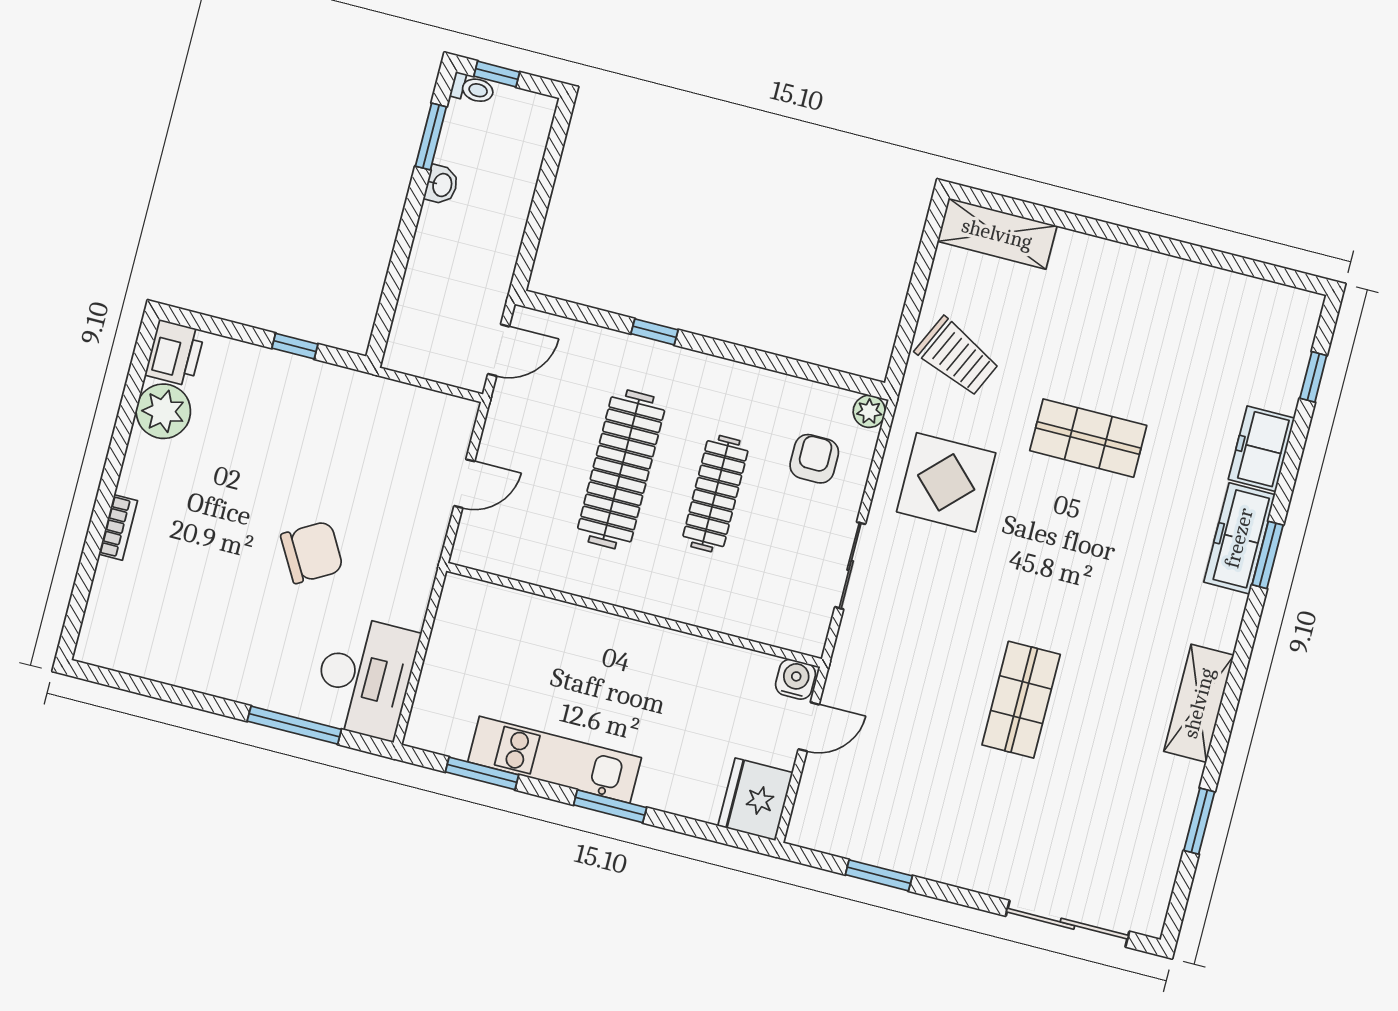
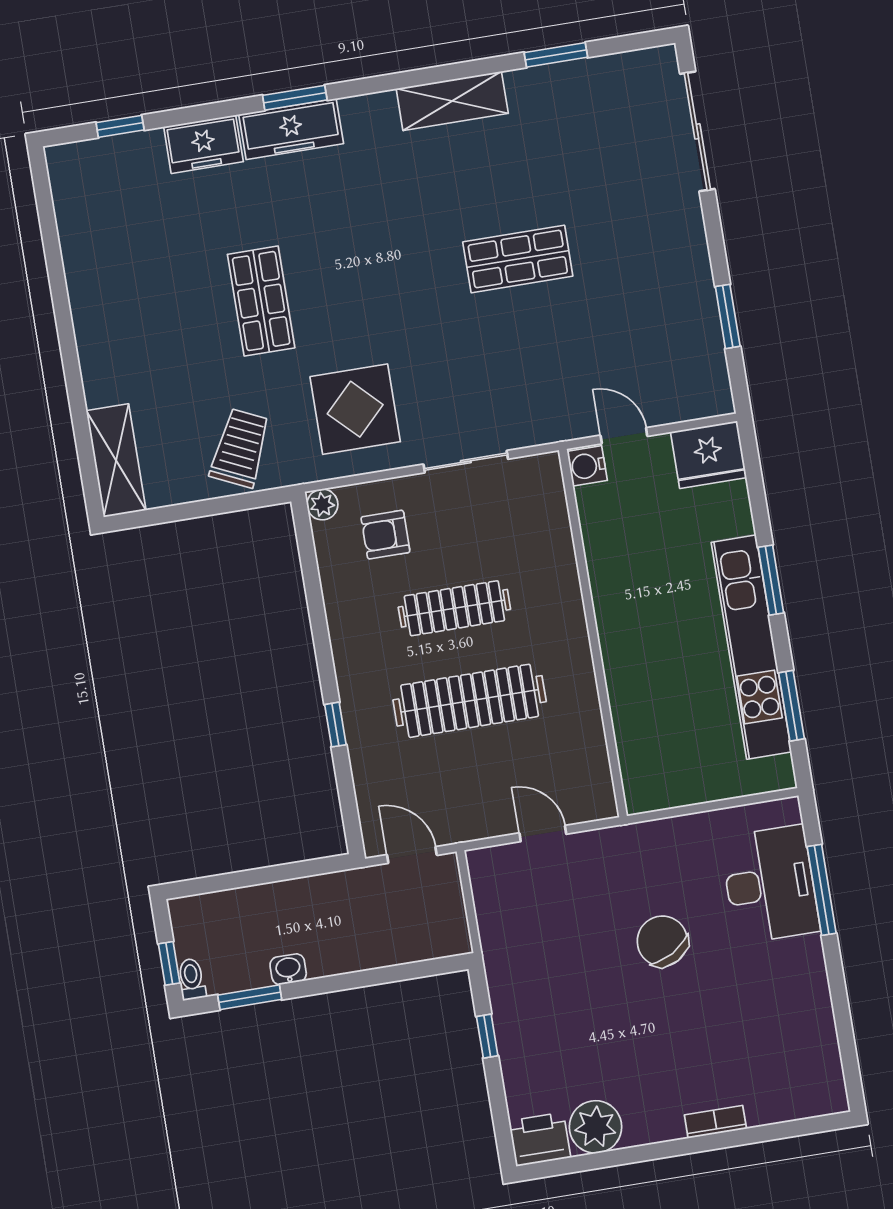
desk: (365, 677) -> (770, 884), moved, turned 90
kitchen unit: (555, 760) -> (751, 647), width x1.36

